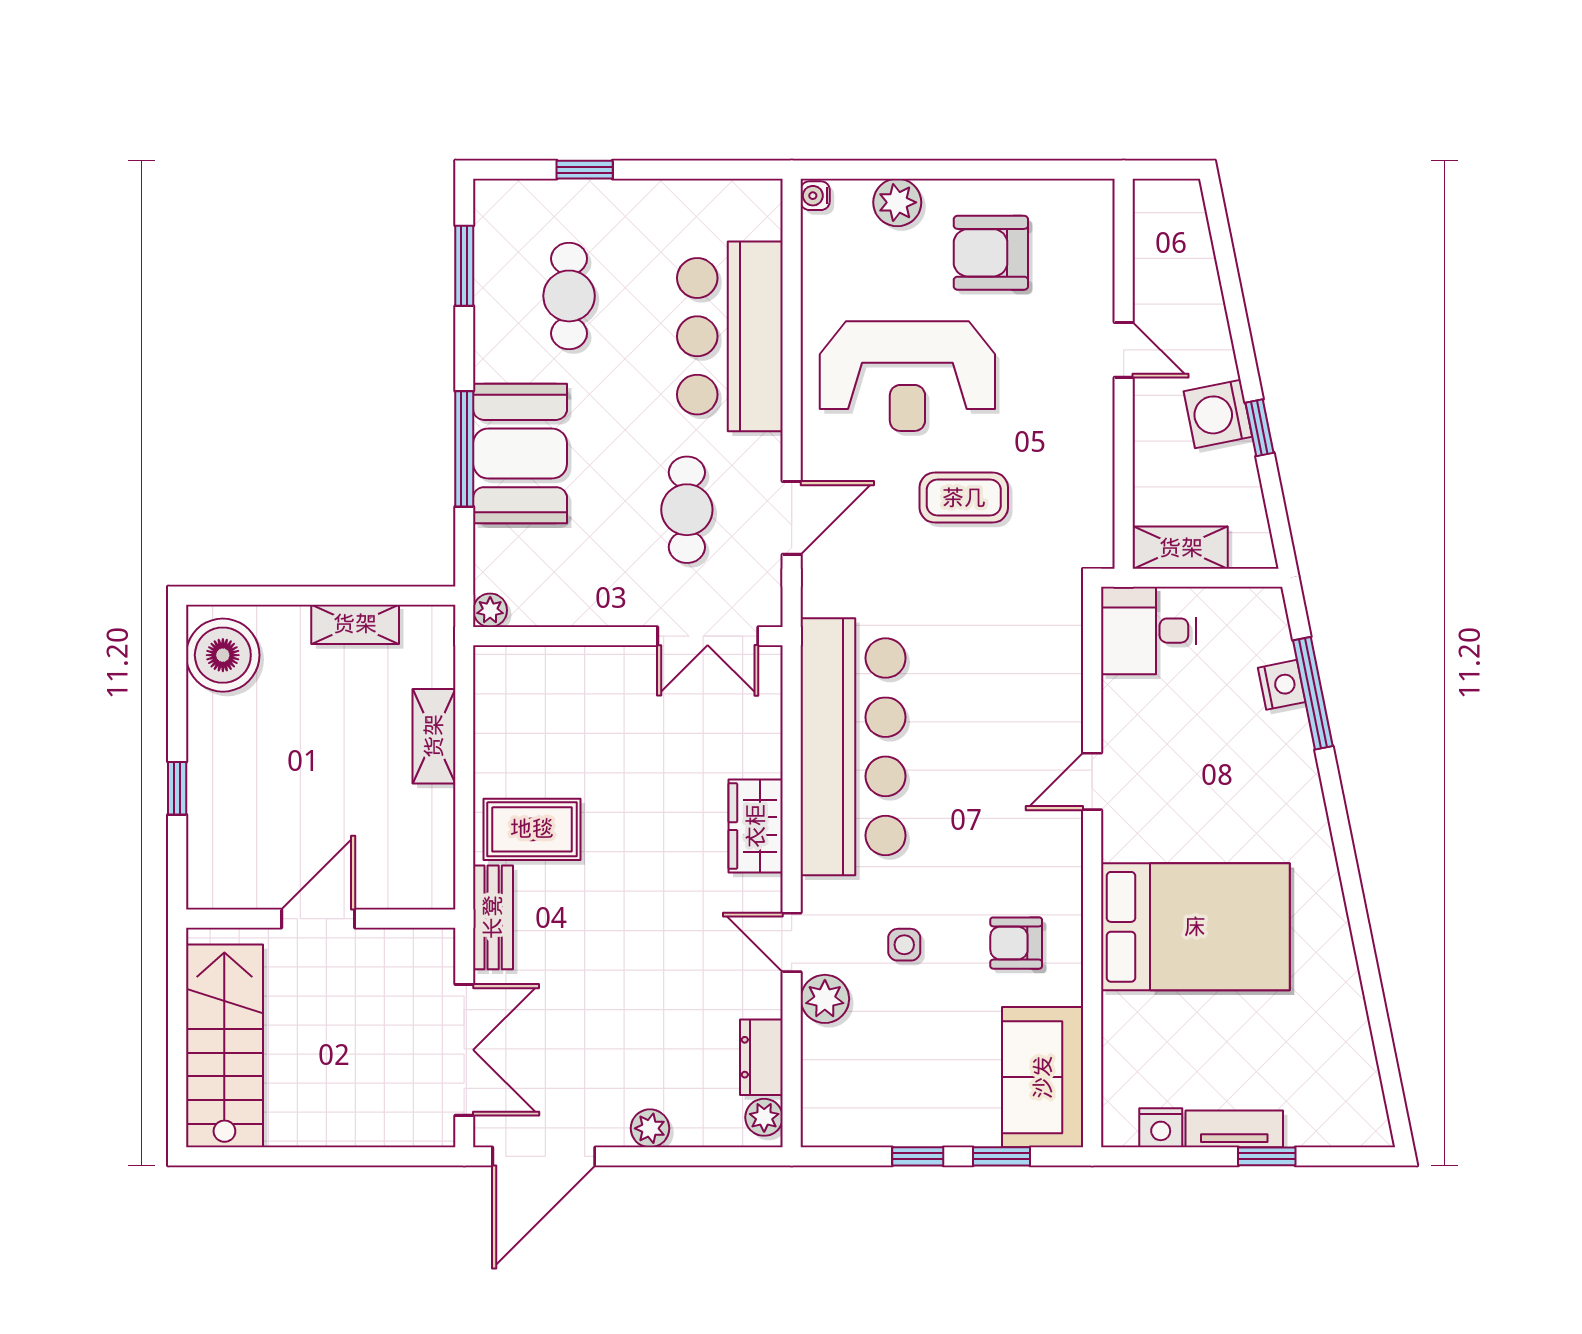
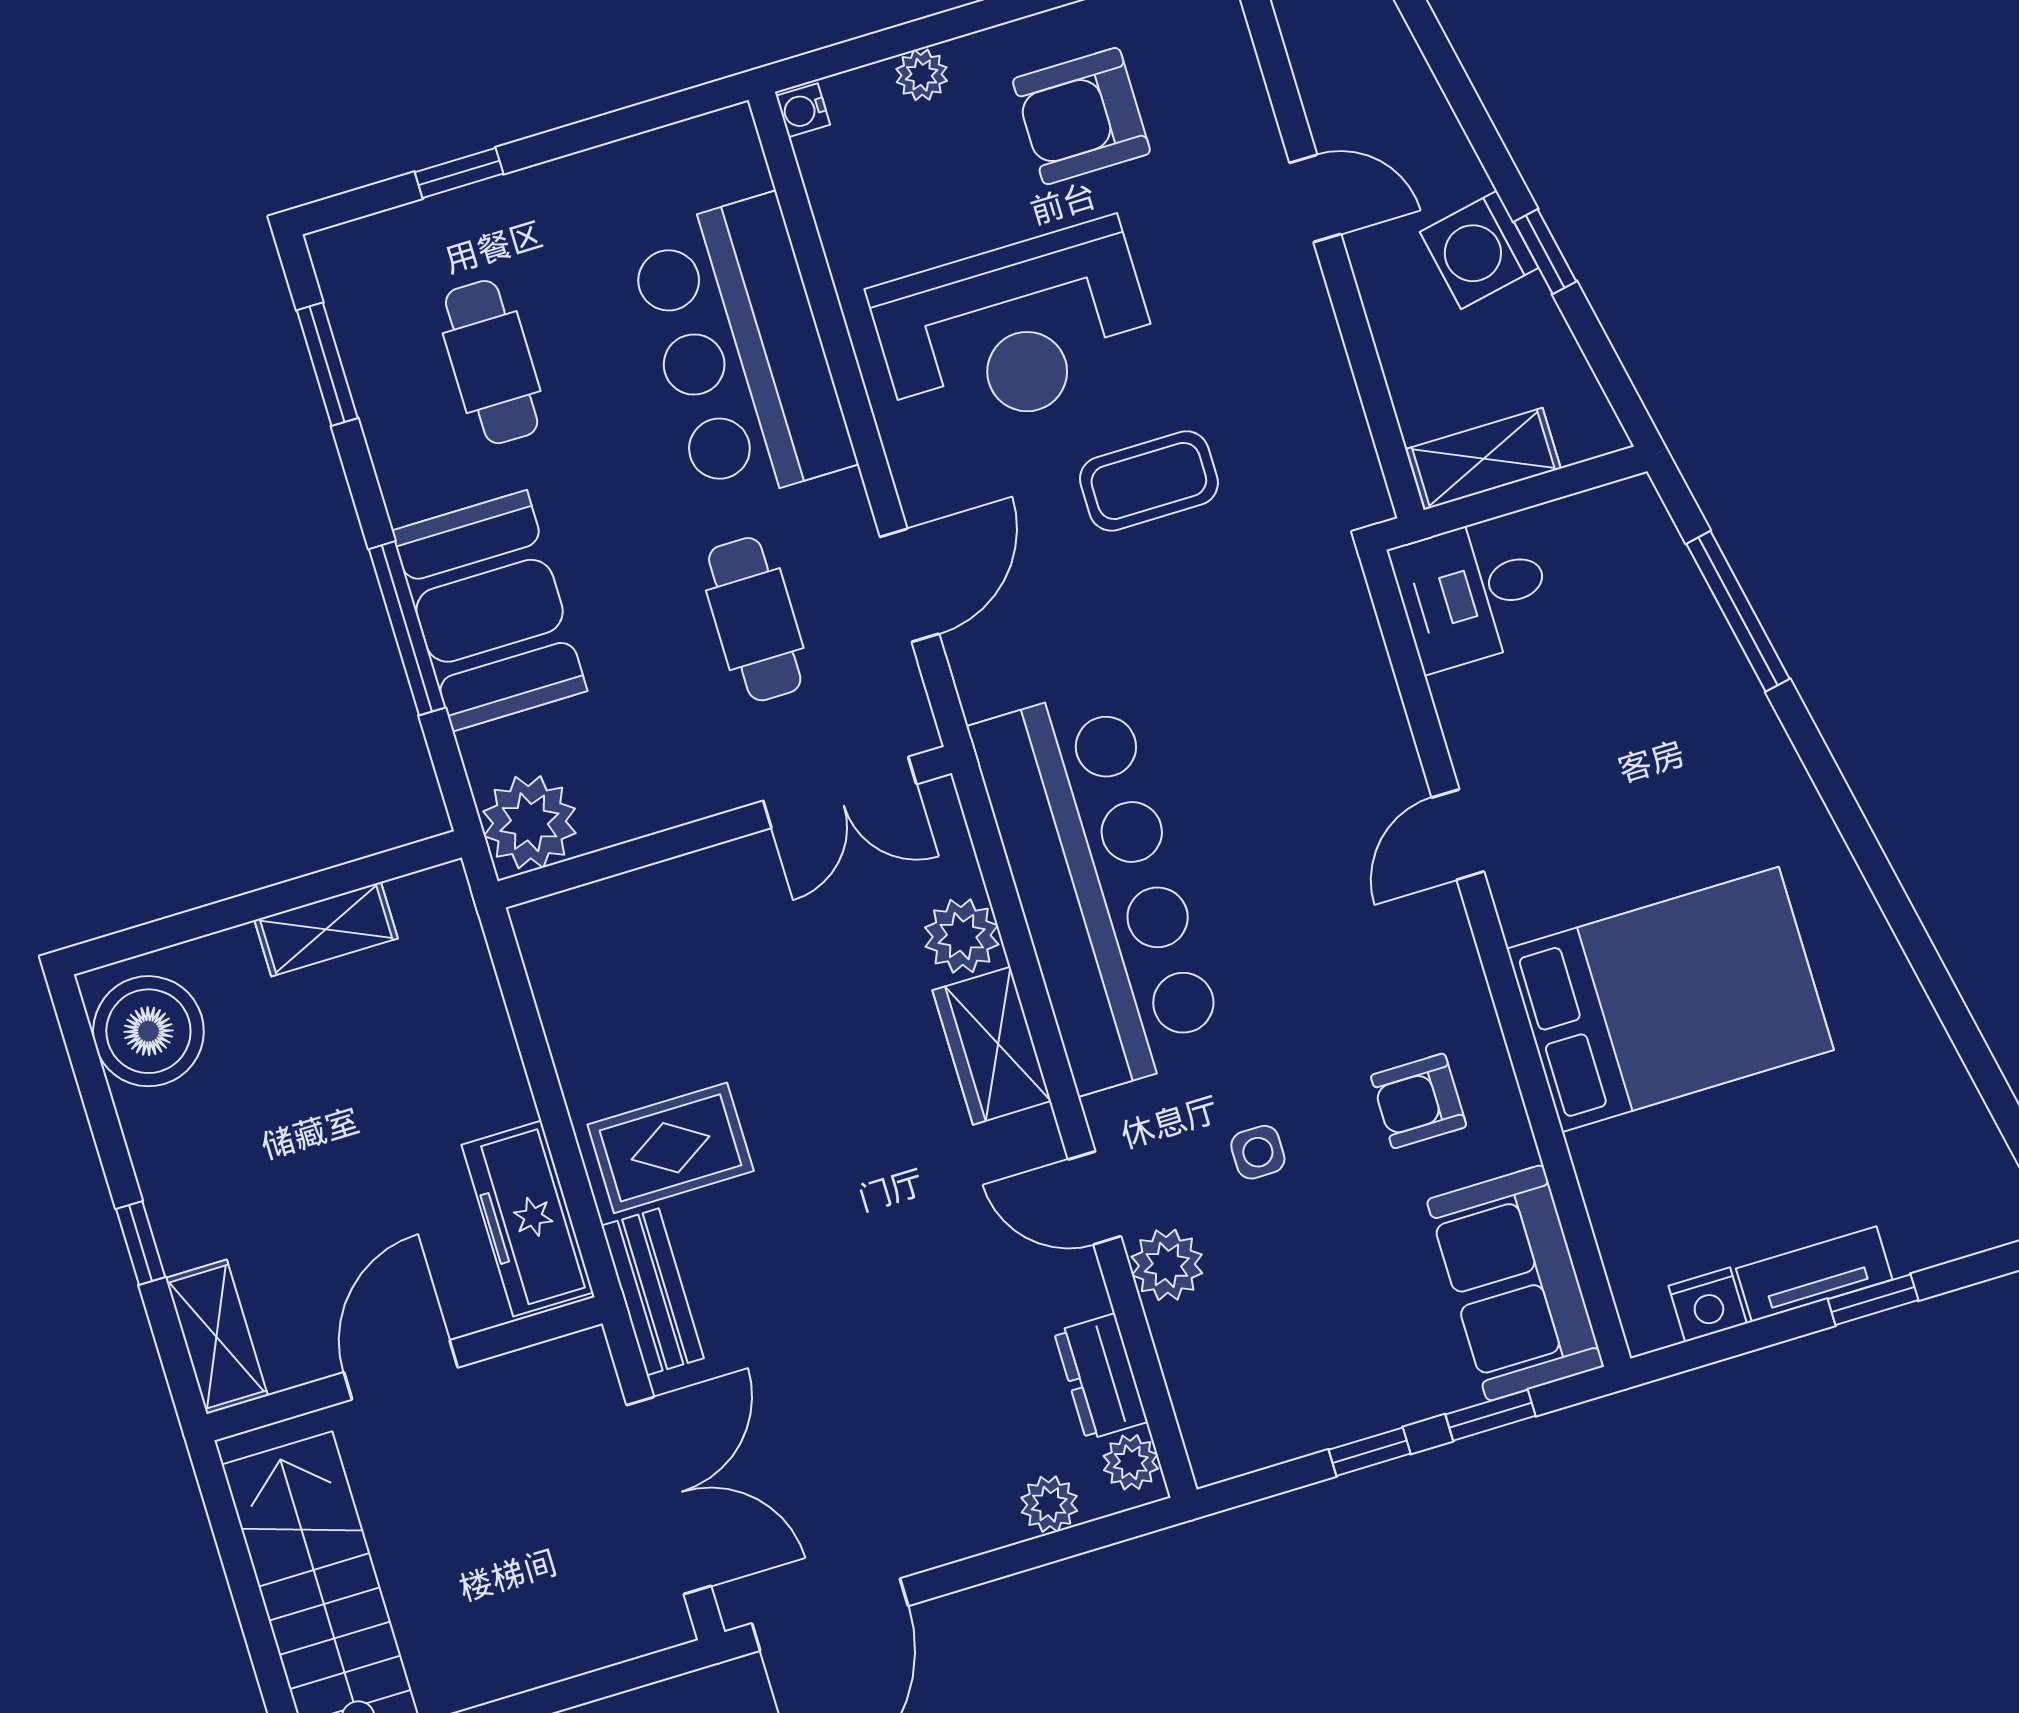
plant: (897, 202) -> (922, 75), width x0.73, depth x0.73
plant: (490, 610) -> (529, 822), width x1.88, depth x1.88
nightstand: (1282, 685) -> (1689, 613), removed
shelving: (434, 736) -> (217, 1337), moved
plant: (758, 751) -> (962, 936), added
freezer: (428, 847) -> (527, 1219), added
plant: (650, 1128) -> (1049, 1504), moved

